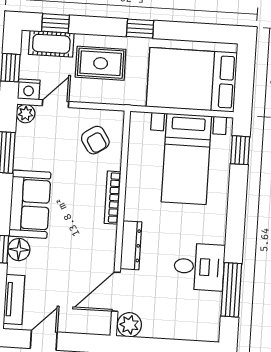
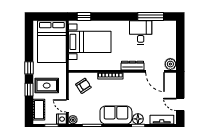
window: (55, 23) -> (29, 90), moved
rug: (101, 63) -> (47, 86), turned 90

